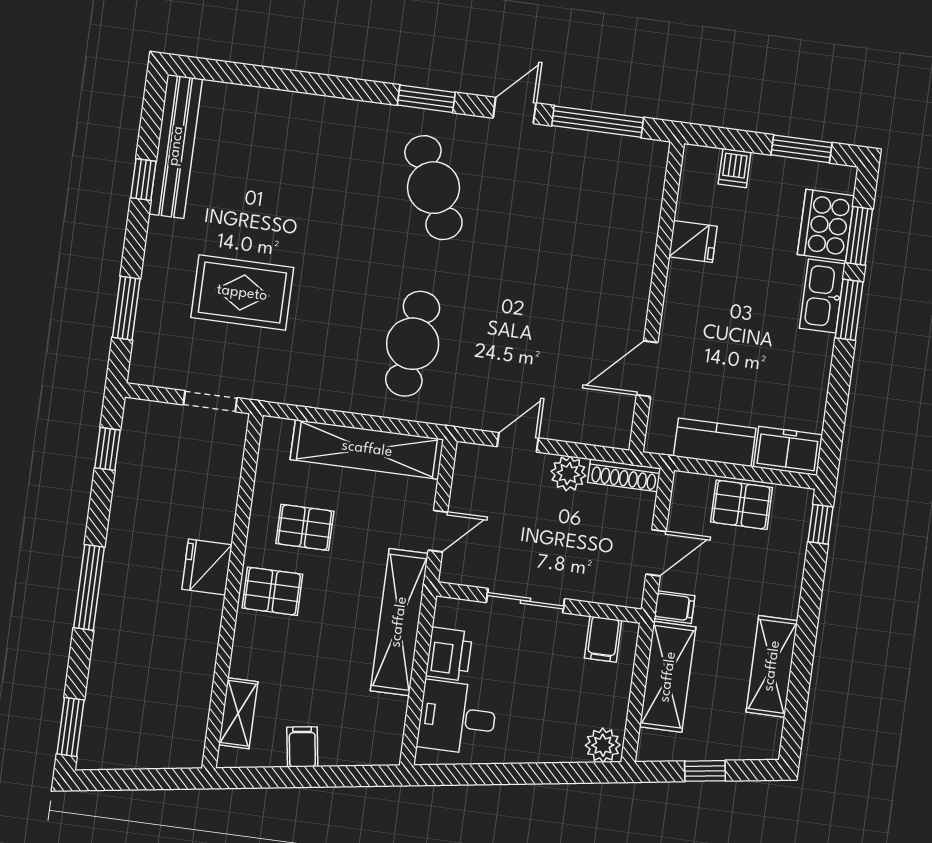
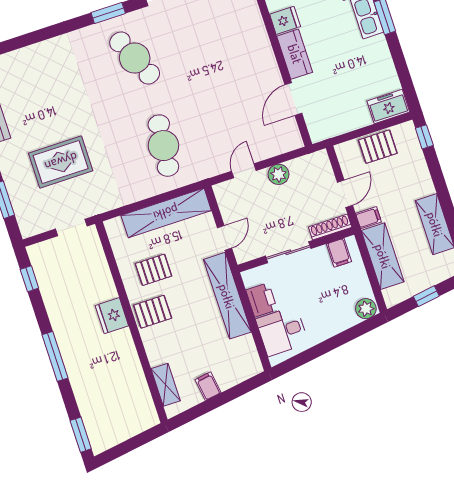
kitchen counter: (715, 442) -> (295, 54), moved, turned 90
shoe rack: (624, 475) -> (330, 227), moved, turned 180

